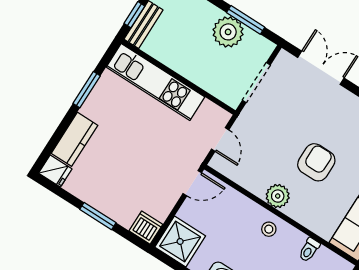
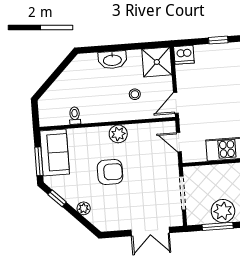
armchair: (316, 162) -> (110, 172), turned -90
window: (98, 216) -> (218, 40), width x0.67
stool: (269, 229) -> (135, 94), moved

